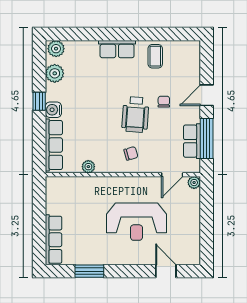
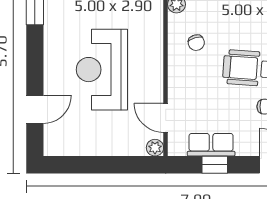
window: (207, 138) -> (215, 165), width x0.46
chair: (131, 153) -> (196, 43), moved

